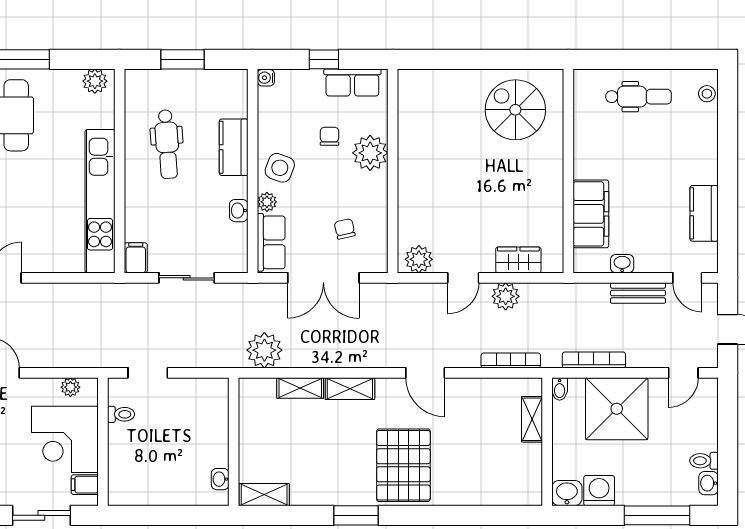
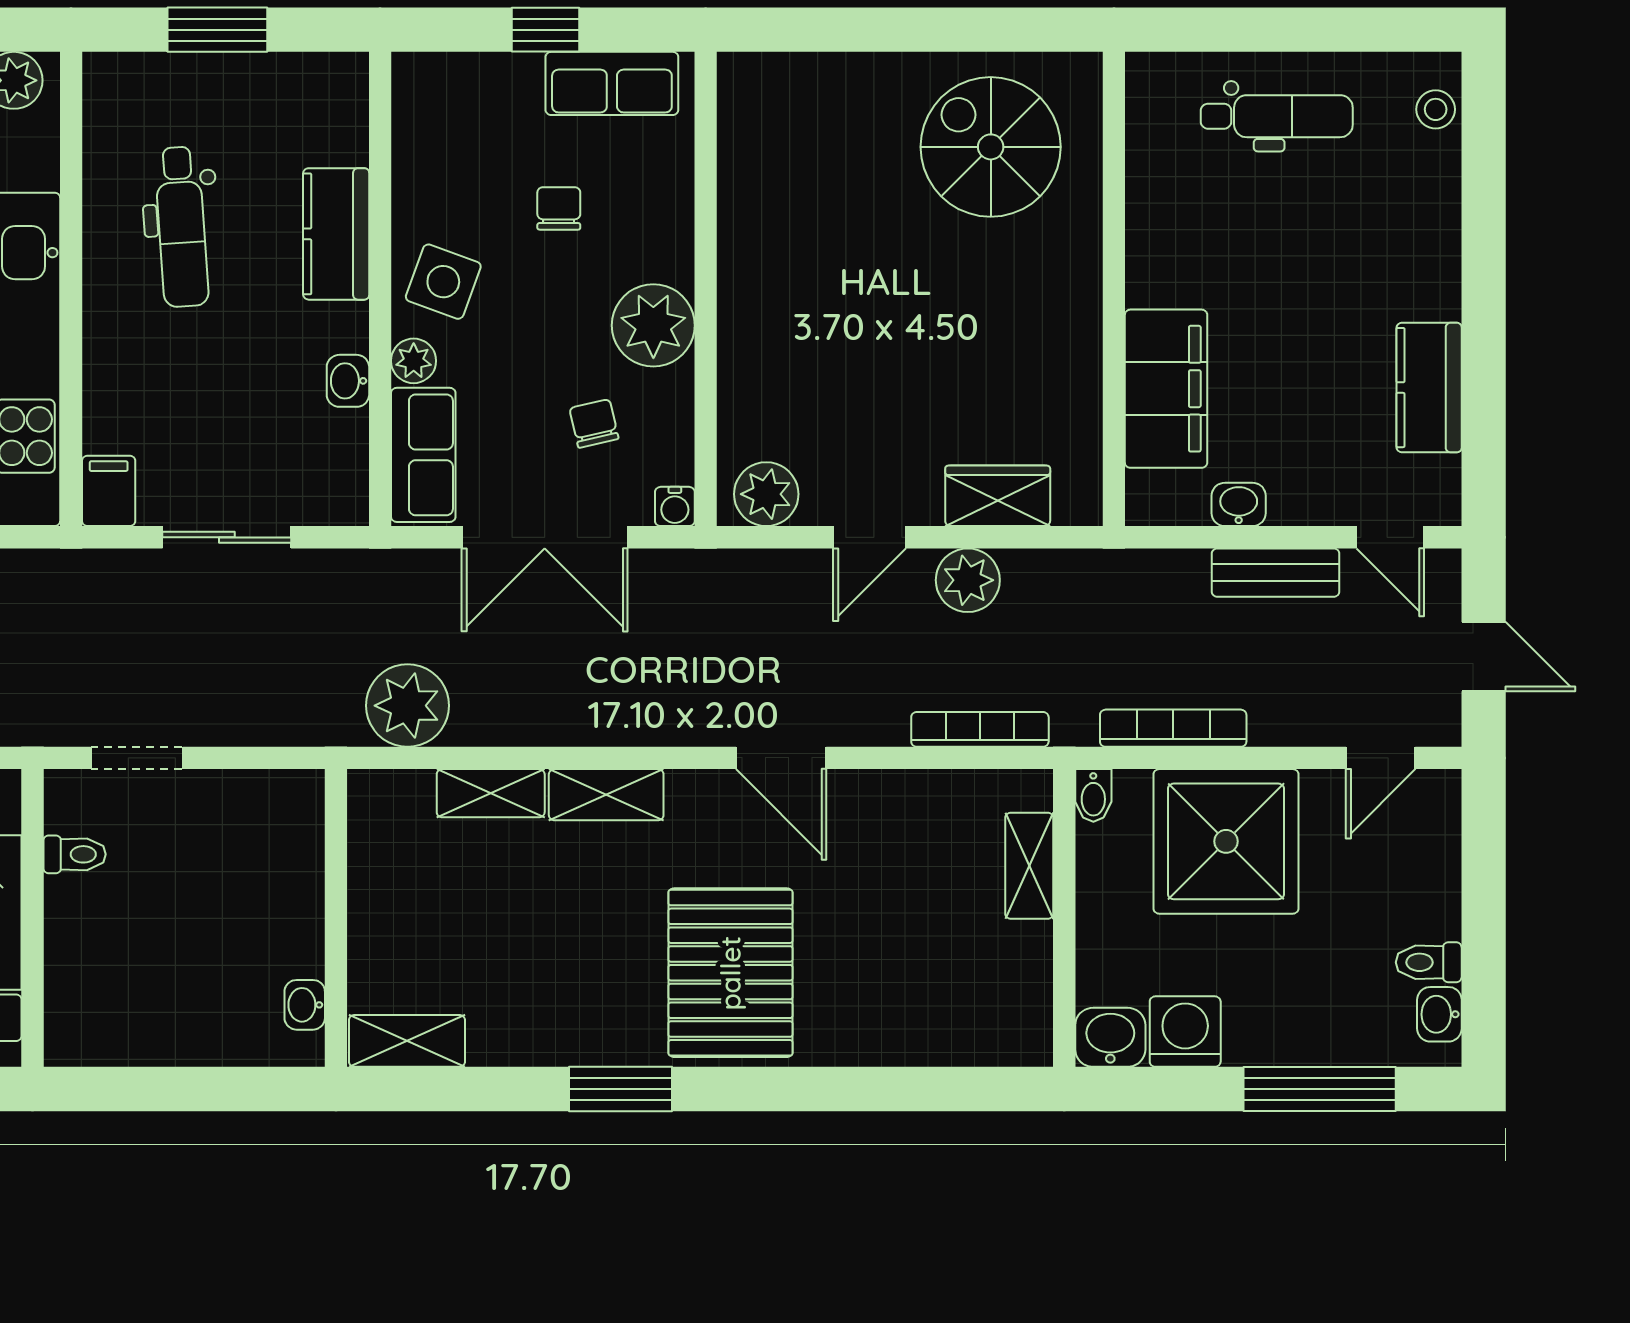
water cooler: (266, 78) -> (675, 506), moved, turned -90
plant: (370, 153) -> (653, 325), moved

